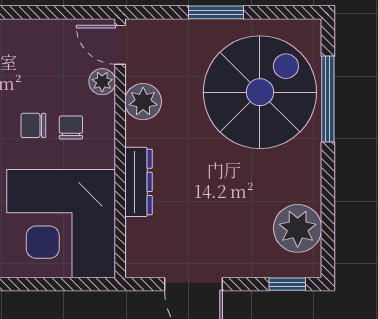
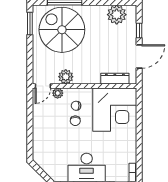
window: (216, 12) -> (30, 24), moved
dresser: (138, 182) -> (115, 79), moved
window: (287, 284) -> (139, 31), moved

